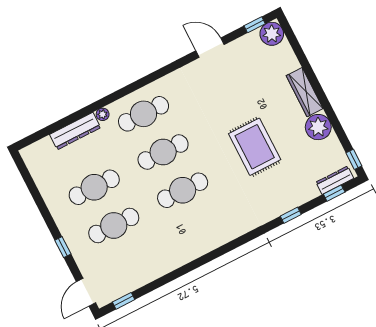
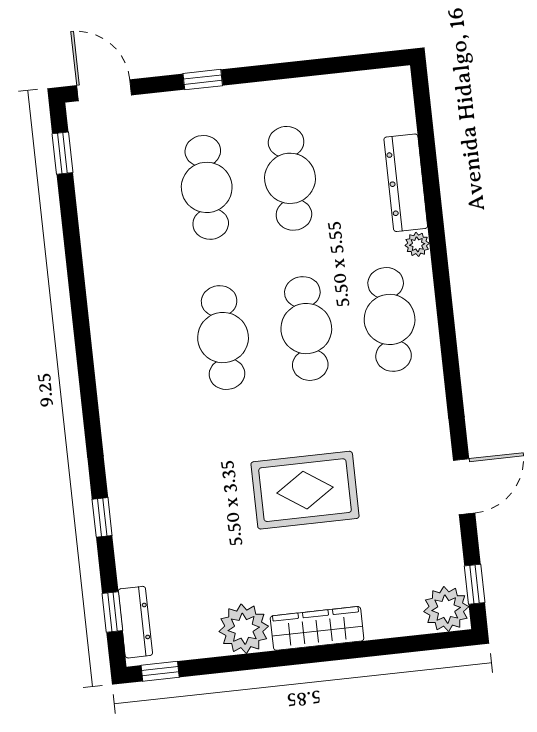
rug: (255, 147) -> (305, 490), moved

